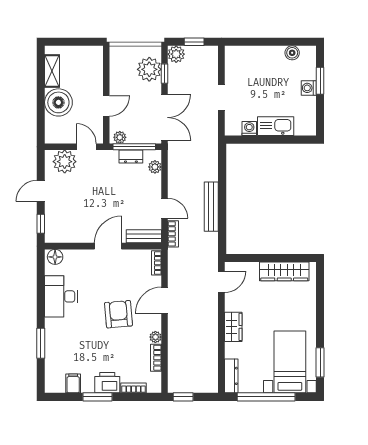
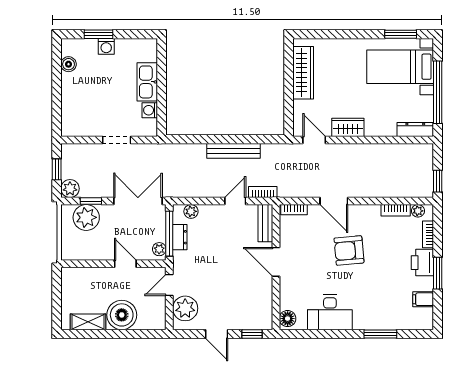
wardrobe: (233, 327) -> (348, 127), moved
plant: (155, 337) -> (418, 211), moved

